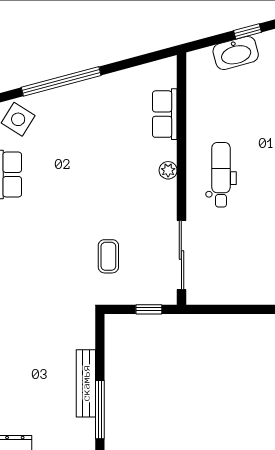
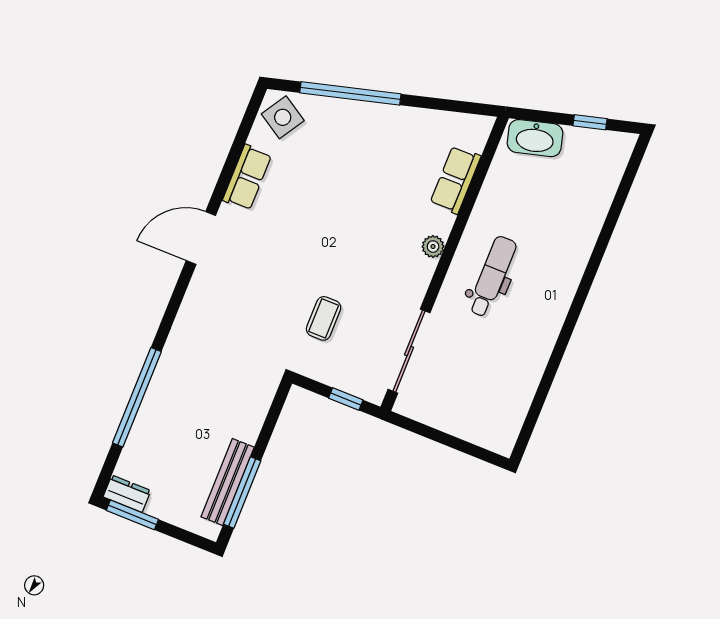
washbasin: (236, 53) -> (535, 138), moved
bench: (86, 383) -> (228, 482), moved

